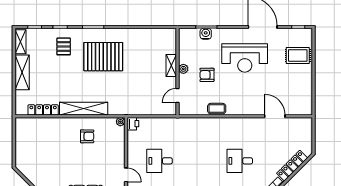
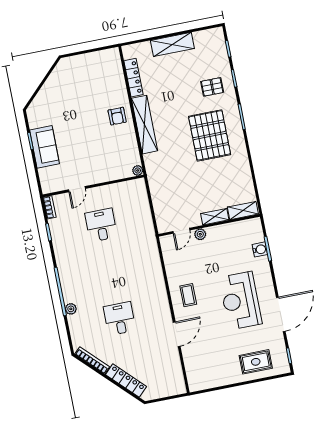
shelving: (20, 42) -> (243, 211), moved
rug: (298, 55) -> (256, 362), turned 90
plant: (183, 69) -> (200, 234), moved
armchair: (207, 75) -> (212, 260), removed
door: (177, 95) -> (181, 231), swing flipped
coffee table: (217, 109) -> (188, 295), moved
door: (275, 116) -> (177, 334), moved
printer: (133, 124) -> (138, 185), removed
armchair: (87, 136) -> (117, 116), moved

